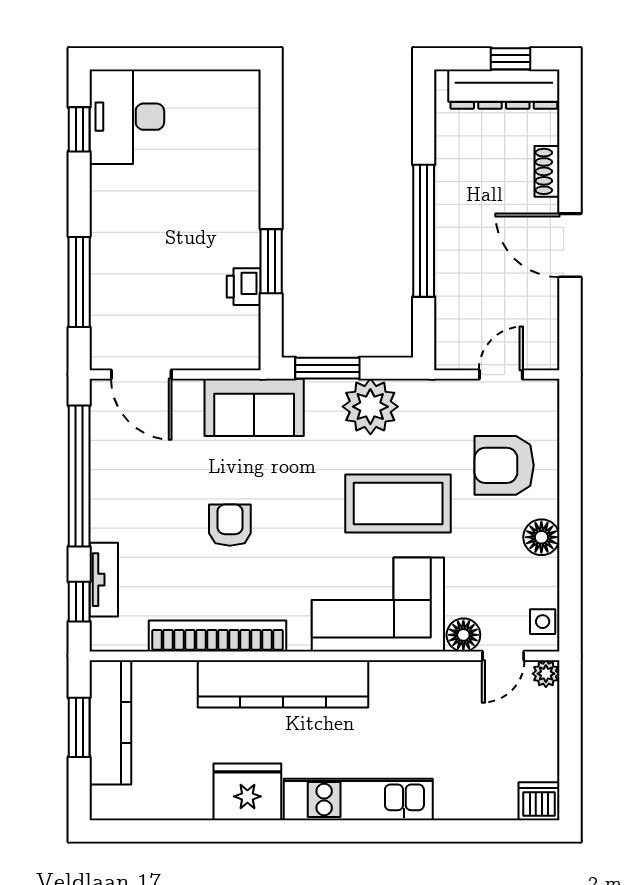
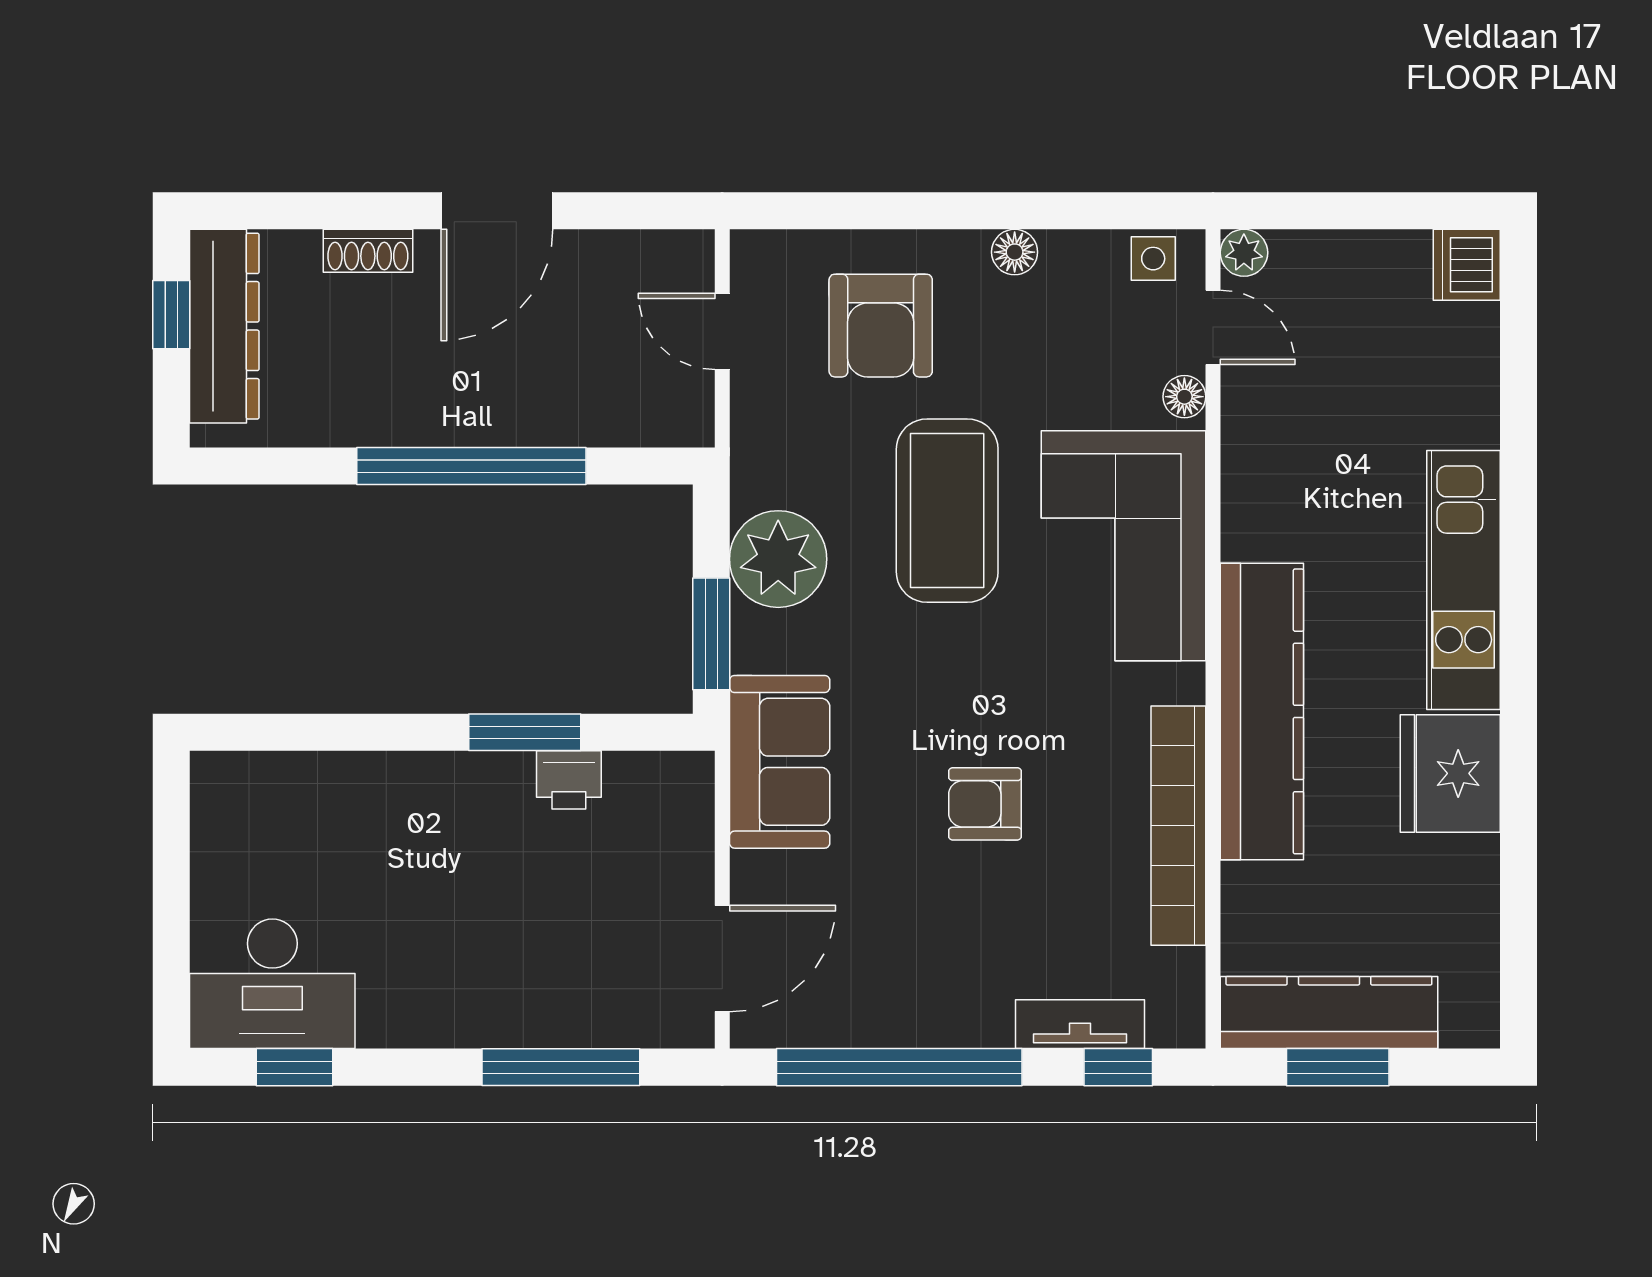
floor lamp: (541, 537) -> (1015, 252), width x0.73, depth x0.73
floor lamp: (463, 635) -> (1184, 397), width x0.73, depth x0.73

